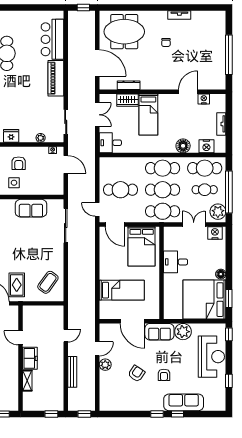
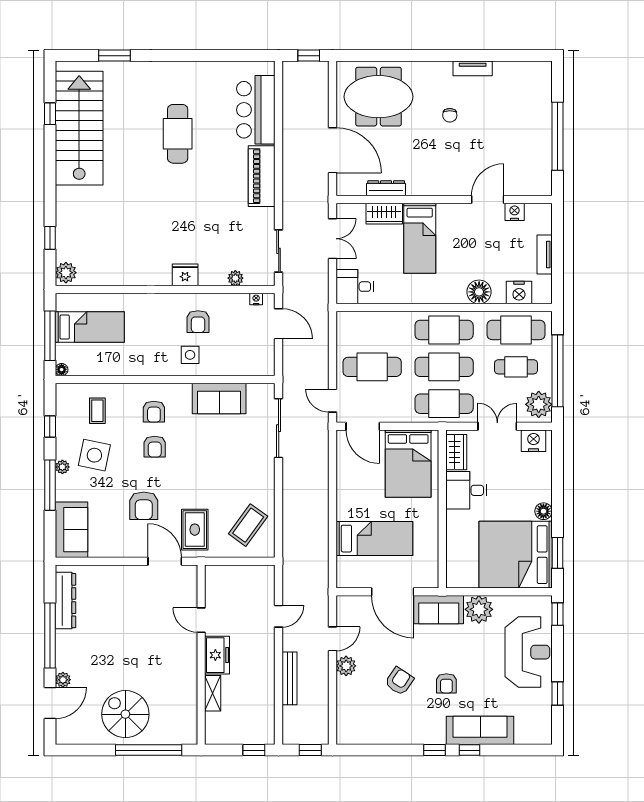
wardrobe: (170, 240) -> (456, 452), added

